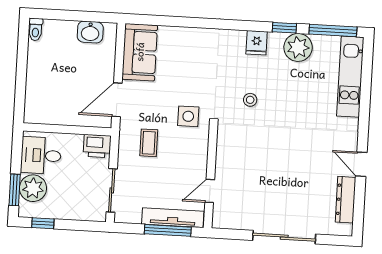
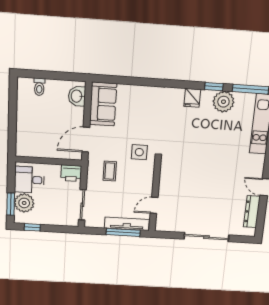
toilet: (36, 29) -> (39, 87), moved
washbasin: (90, 32) -> (77, 96), moved, turned 90
stool: (250, 100) -> (186, 140), removed

